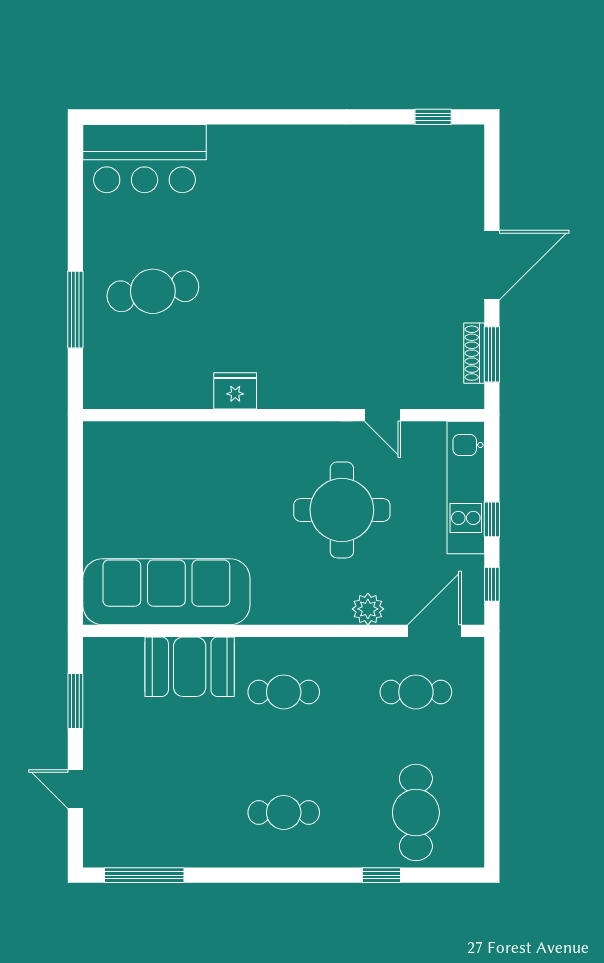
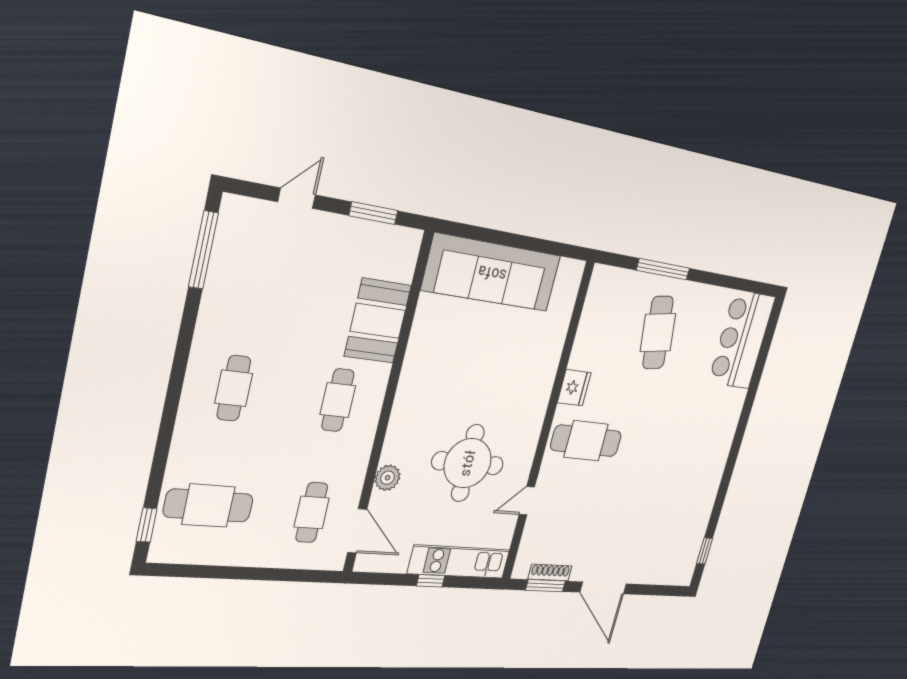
cafe table: (299, 353) -> (586, 441), added
window: (492, 584) -> (382, 579), removed
sofa: (166, 592) -> (492, 273), moved, turned 90
window: (381, 875) -> (147, 525), moved

